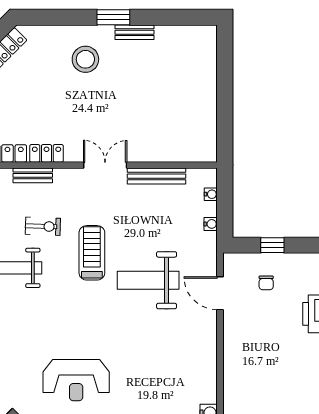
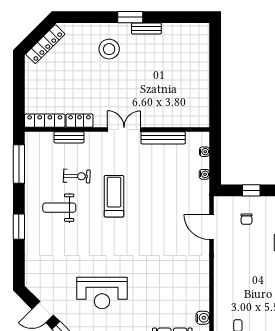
weight bench: (148, 280) -> (157, 217), removed

